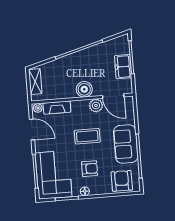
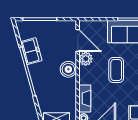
freezer: (123, 67) -> (31, 51), moved, turned -105
door: (113, 96) -> (78, 40), hinge flipped

